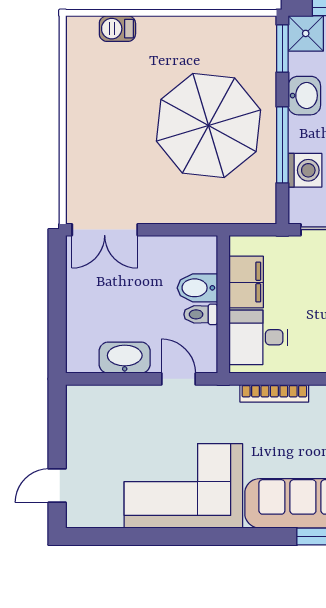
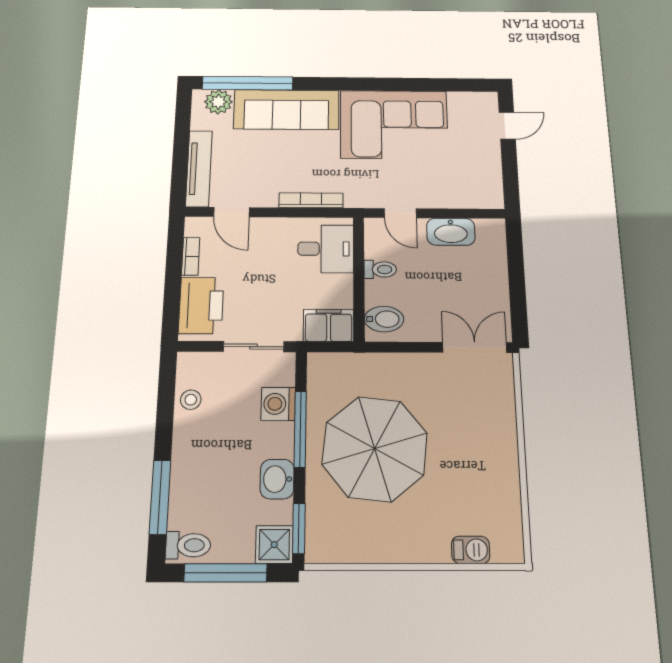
filing cabinet: (246, 282) -> (329, 325), moved, turned 90
bidet: (197, 288) -> (384, 319), moved

